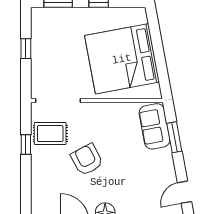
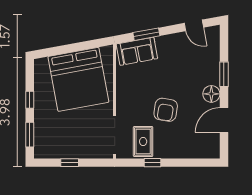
armchair: (87, 160) -> (166, 110), turned -53

